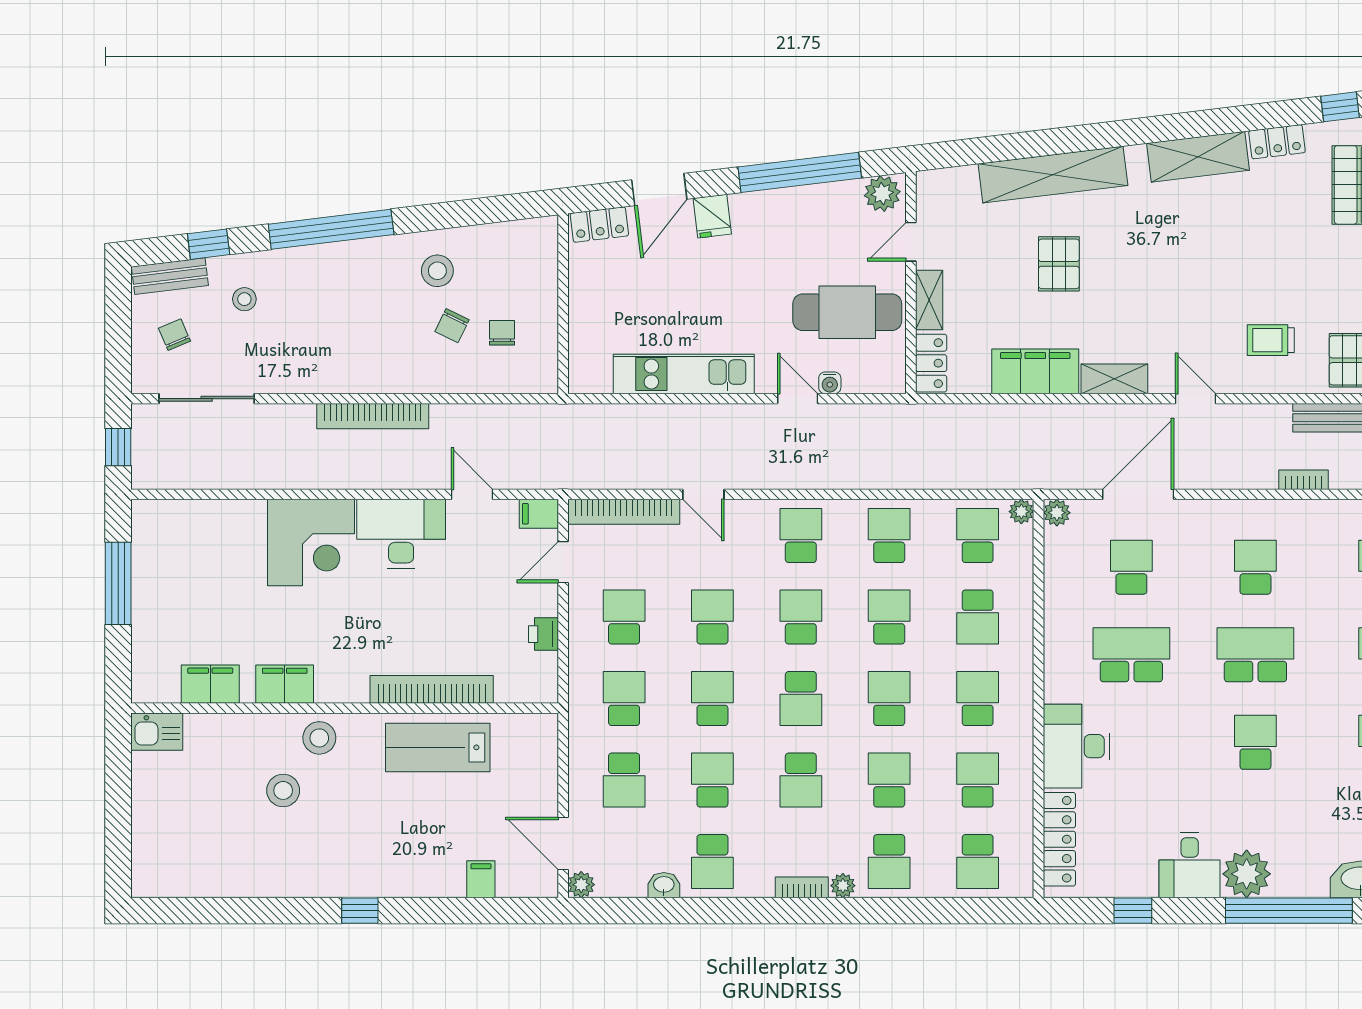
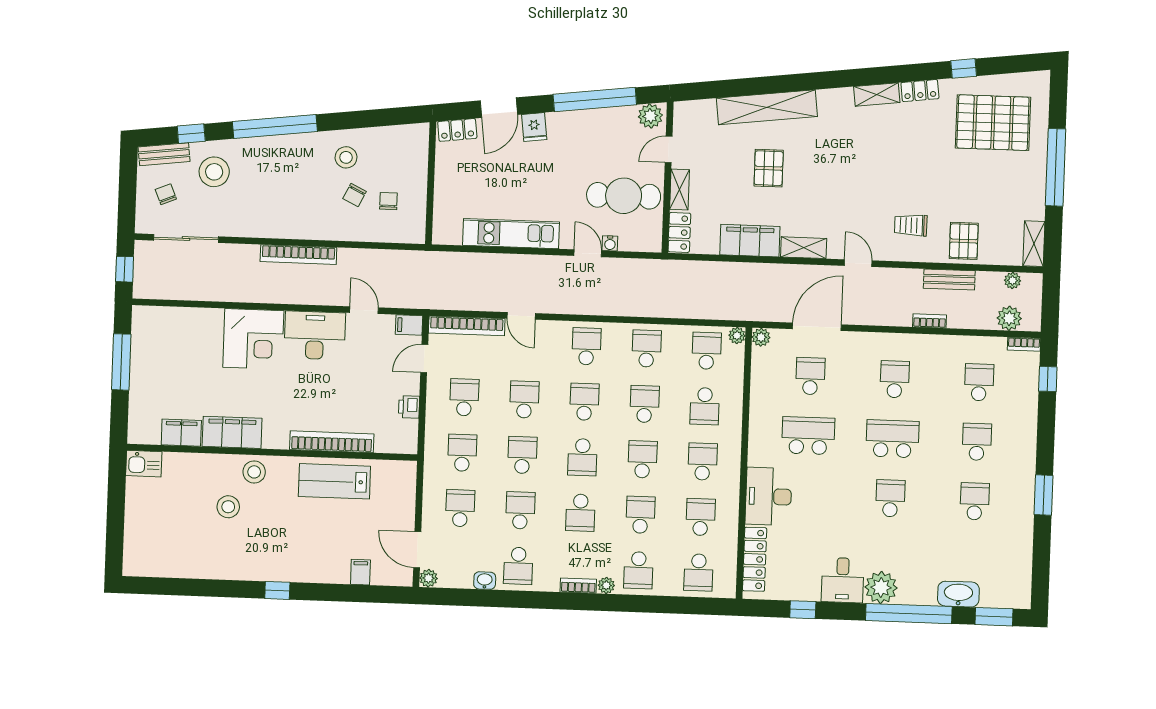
shelving: (1198, 157) -> (877, 95), width x0.67, depth x0.75
stool: (244, 299) -> (214, 172), width x1.89, depth x1.89
filing cabinet: (285, 684) -> (232, 432), width x1.50, depth x1.17
school desk: (624, 780) -> (460, 508), turned 180

